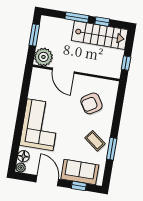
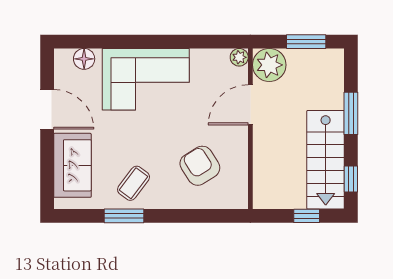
window: (102, 22) -> (351, 179), moved
window: (126, 63) -> (307, 216), moved
plant: (21, 168) -> (239, 57), moved
door: (47, 181) -> (47, 109), hinge flipped
window: (79, 186) -> (47, 168), removed

